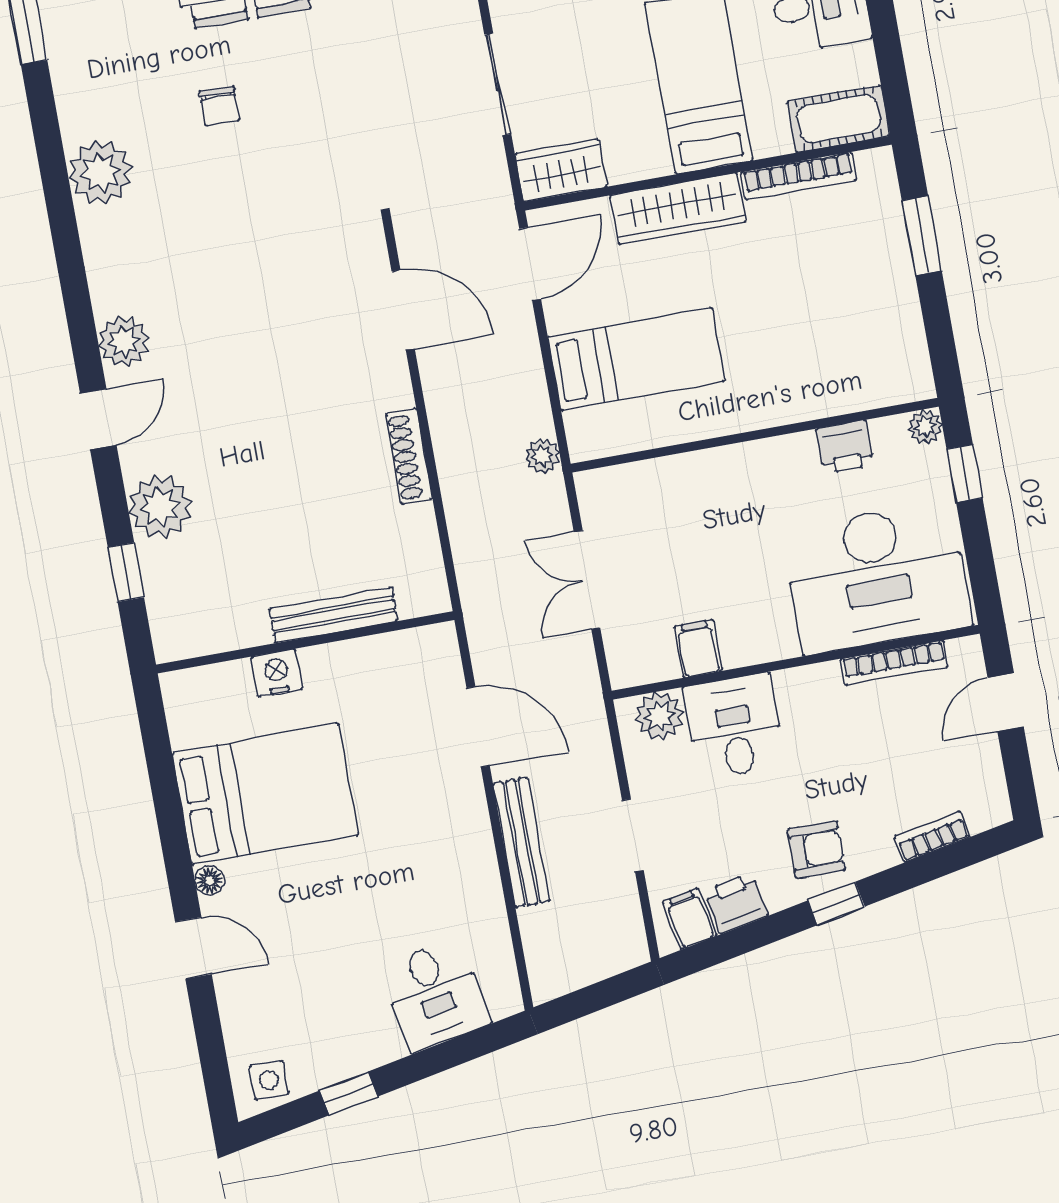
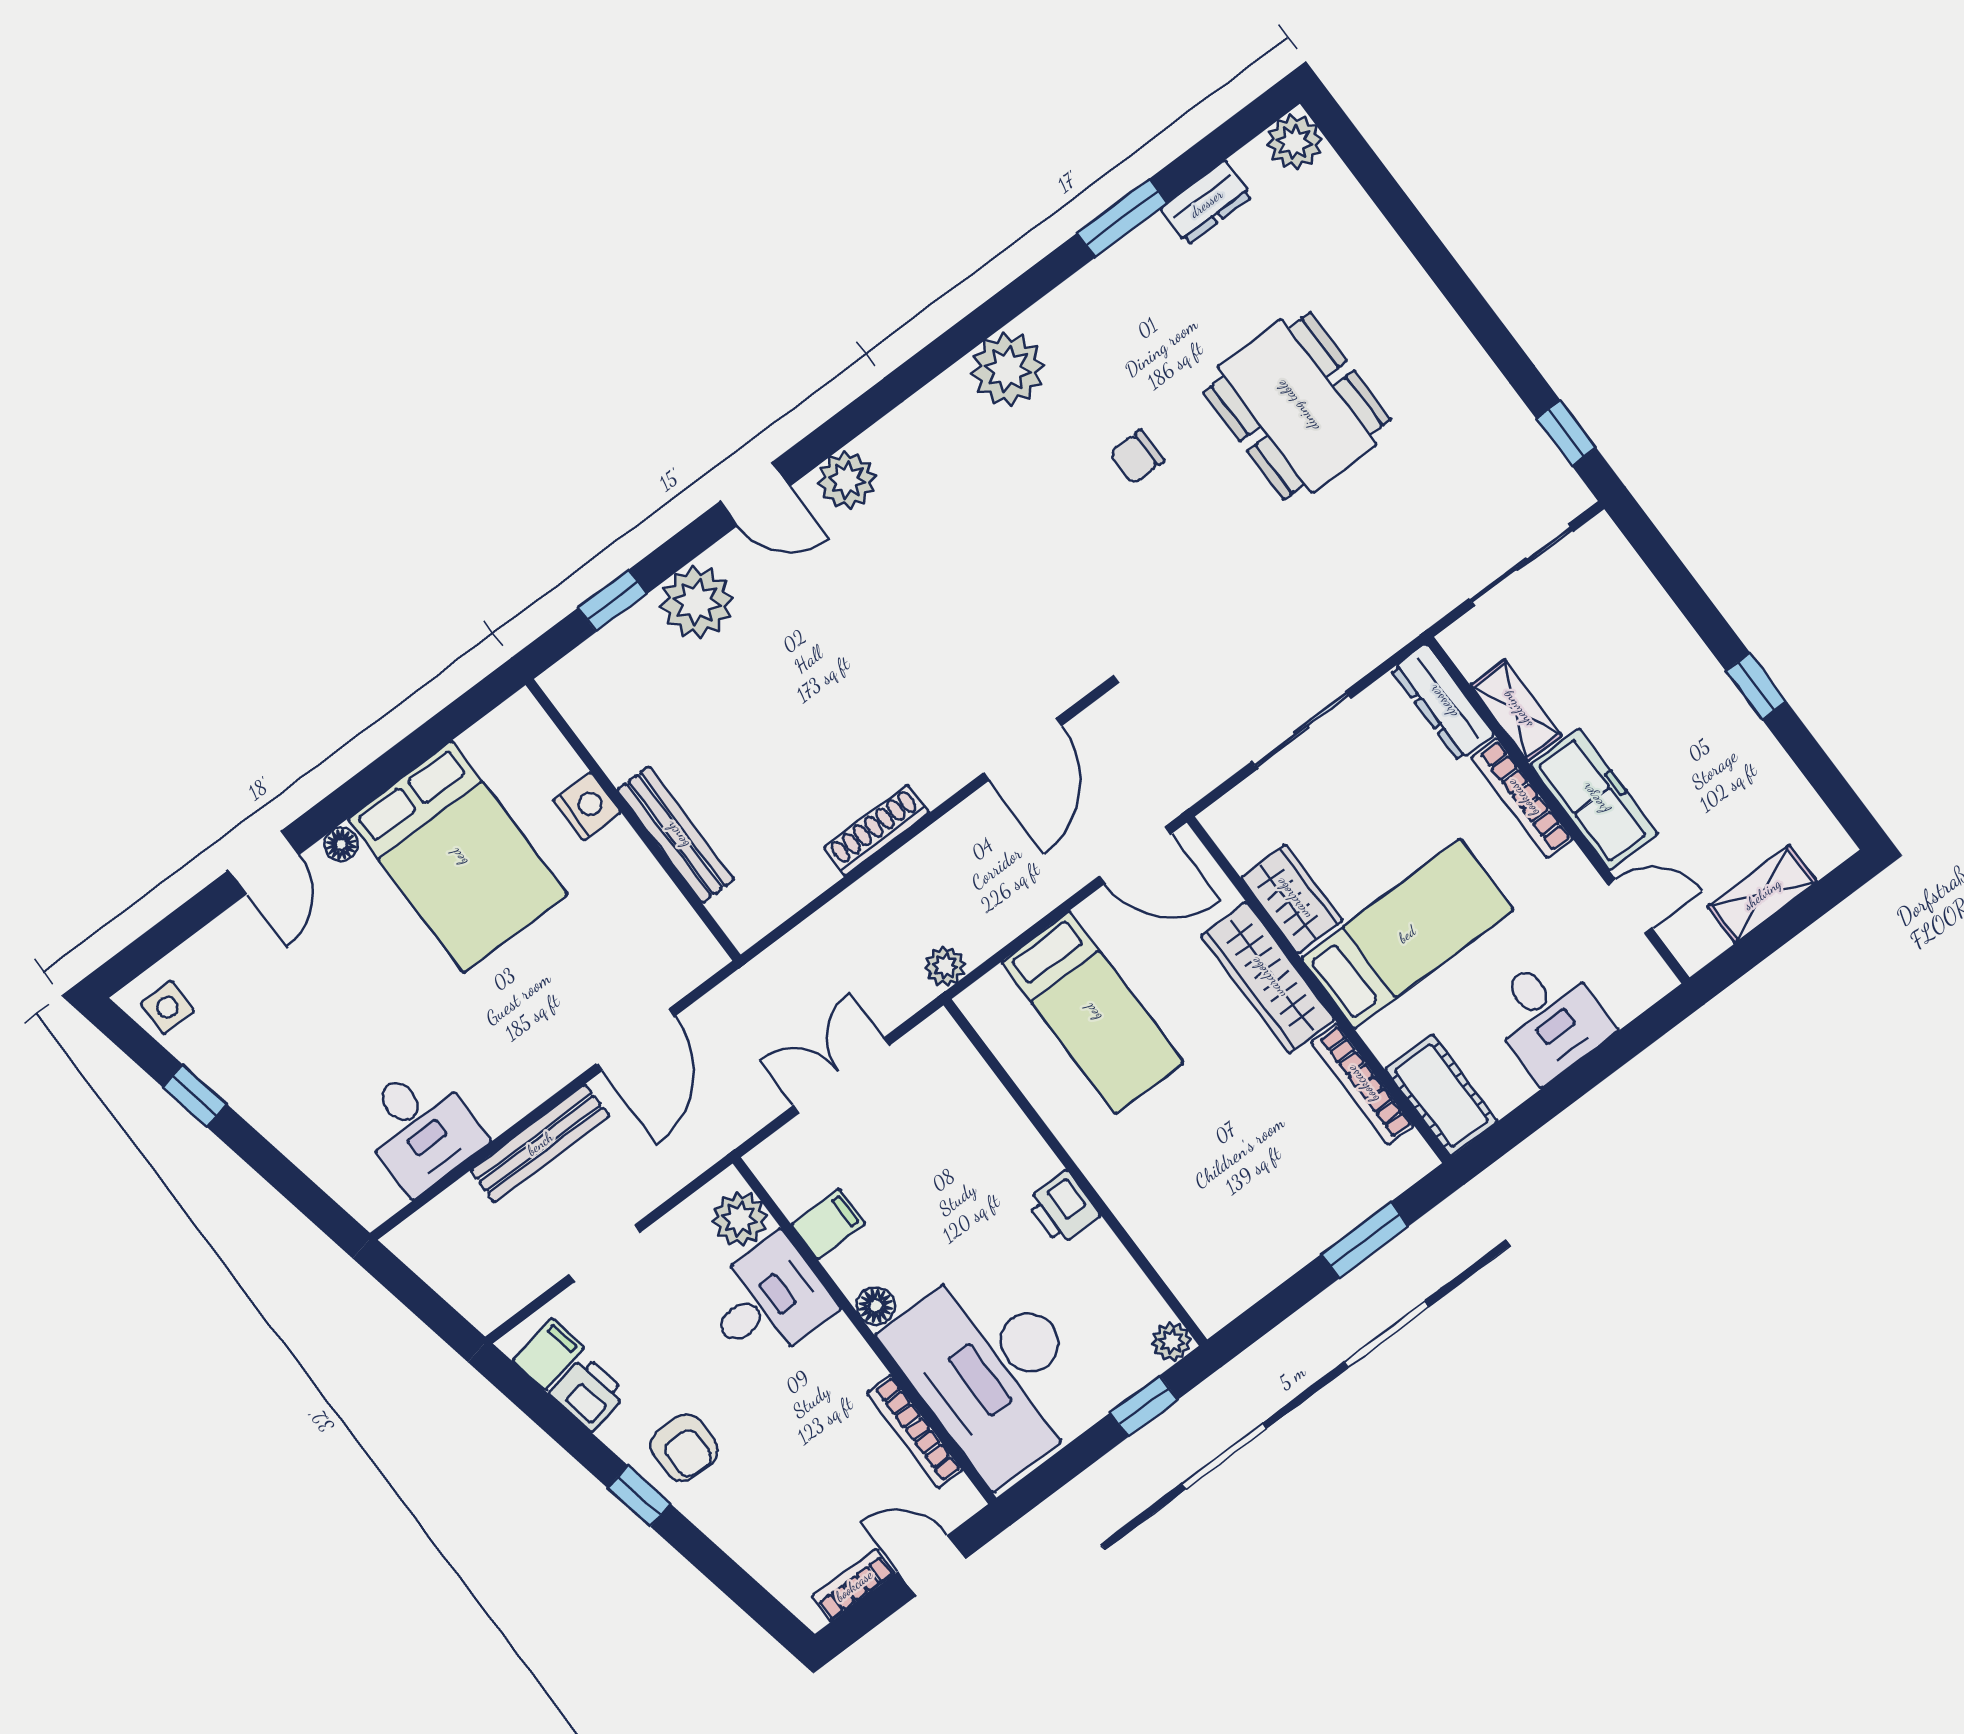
wardrobe: (561, 170) -> (1292, 899), moved
printer: (845, 447) -> (1063, 1208), moved
floor lamp: (781, 644) -> (876, 1306), added
bookcase: (932, 837) -> (854, 1585), moved, turned -79
desk: (435, 995) -> (420, 1128), moved, turned -79

